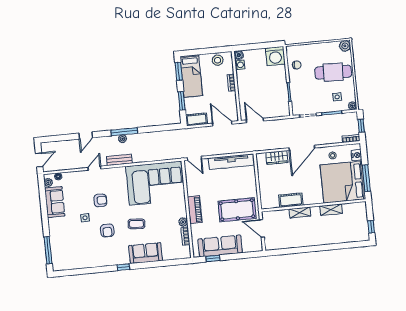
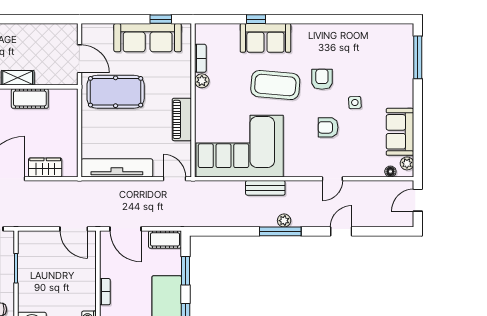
bench: (119, 160) -> (265, 188), moved
piano: (195, 210) -> (182, 119), moved
coffee table: (136, 224) -> (275, 85), width x1.86, depth x1.72
window: (123, 267) -> (256, 19), moved

